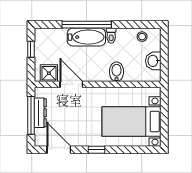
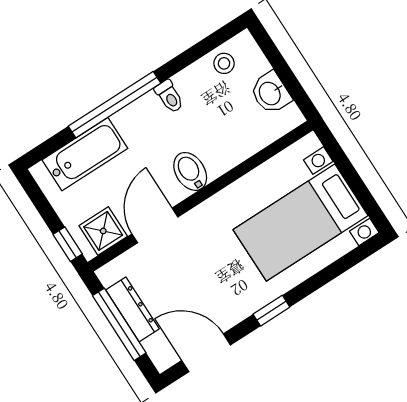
bathtub: (86, 37) -> (85, 154), moved
window: (31, 49) -> (68, 244), moved
bidet: (117, 72) -> (190, 171), moved
door: (71, 84) -> (155, 225), hinge flipped

